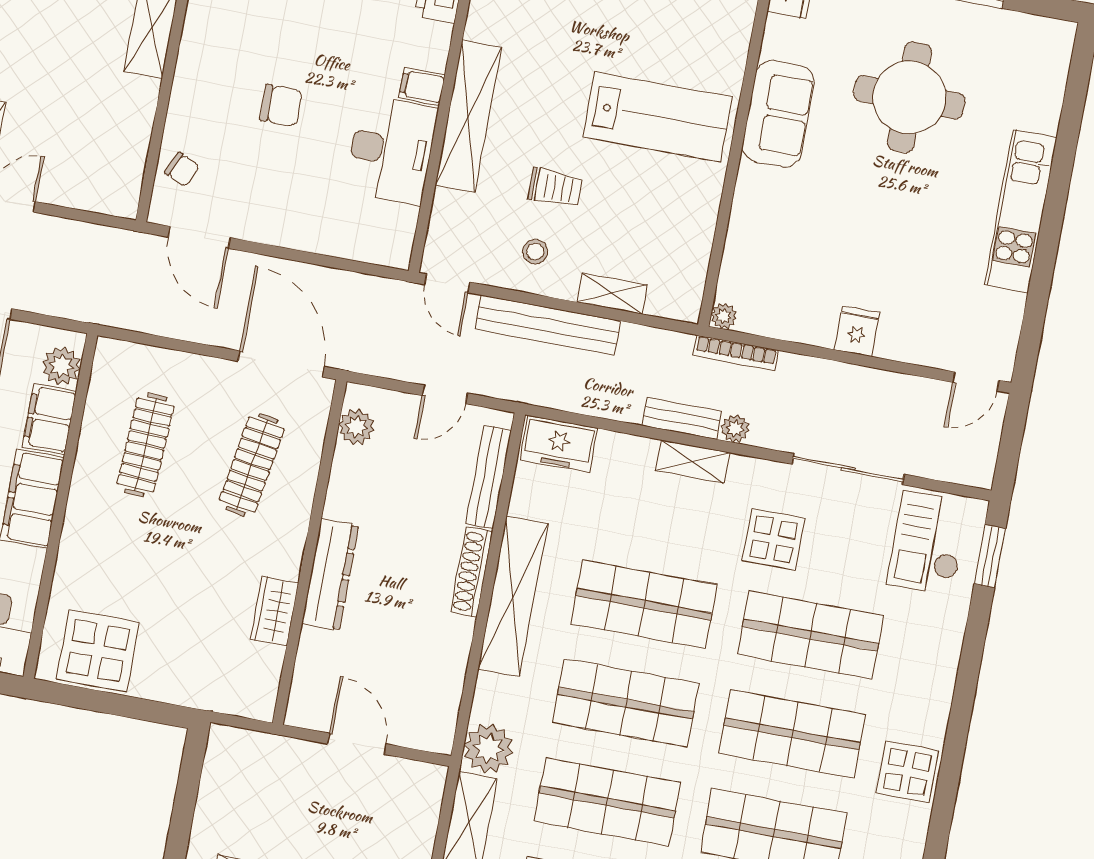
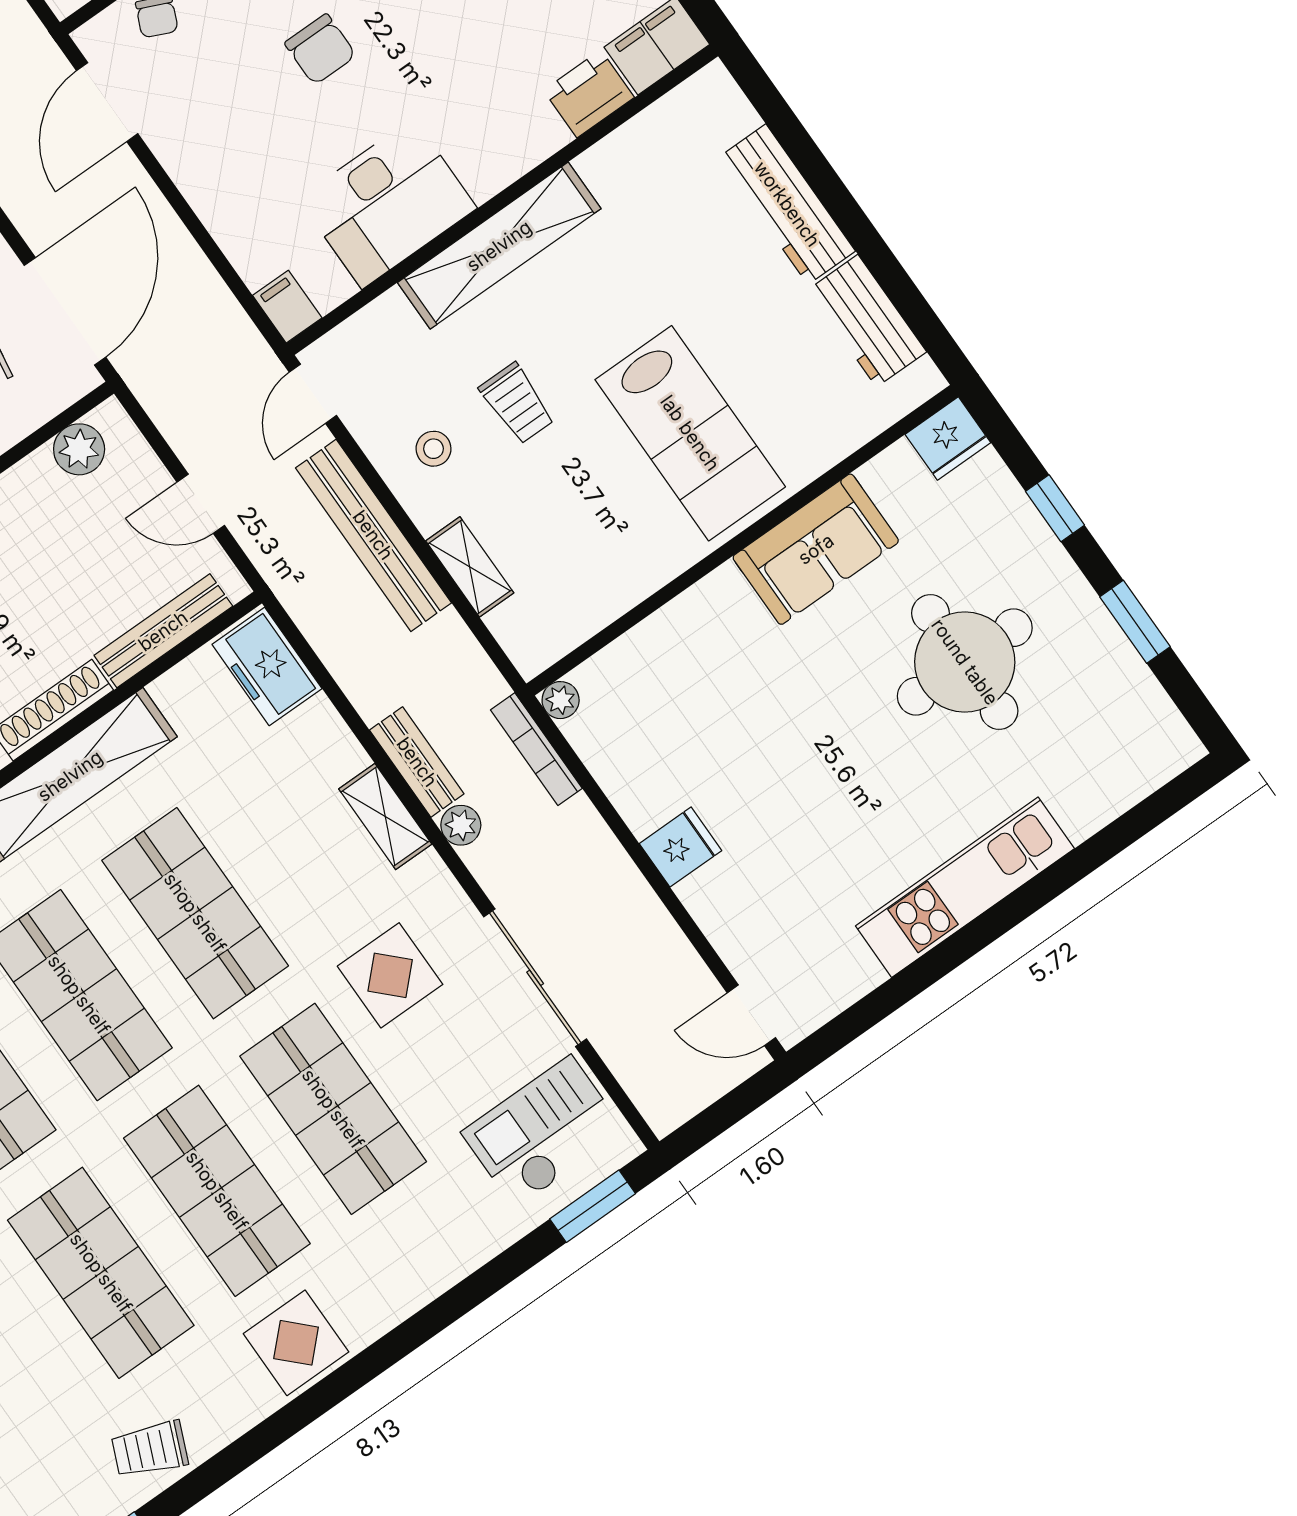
filing cabinet: (422, 86) -> (287, 307), moved

